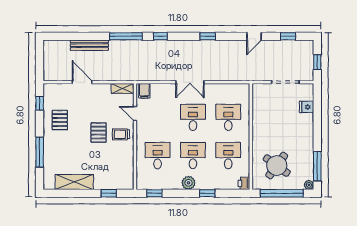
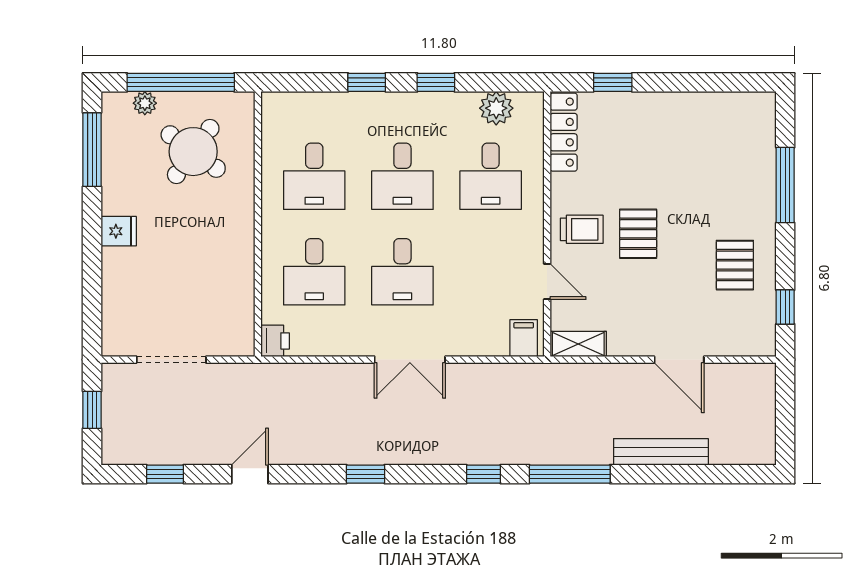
double door: (190, 82) -> (410, 360), swing flipped
fridge: (307, 107) -> (119, 231), moved
locker: (128, 173) -> (564, 132), added
shelving: (74, 182) -> (699, 110), removed
plant: (189, 183) -> (496, 108), moved
printer: (244, 183) -> (275, 341), moved
plant: (309, 185) -> (145, 103), moved
window: (154, 193) -> (436, 82), moved

